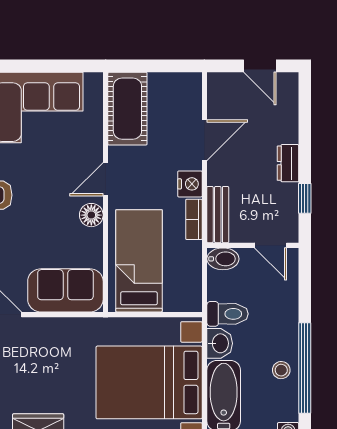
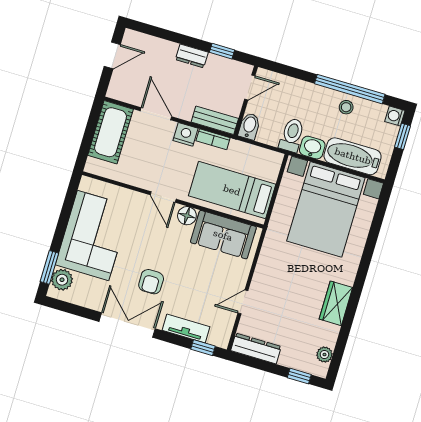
cot: (127, 109) -> (110, 132), moved, turned 90
sofa: (65, 290) -> (223, 235), moved, turned -90

